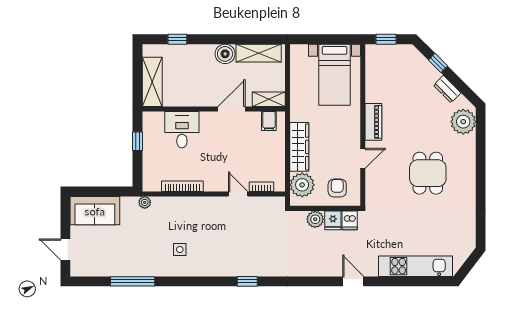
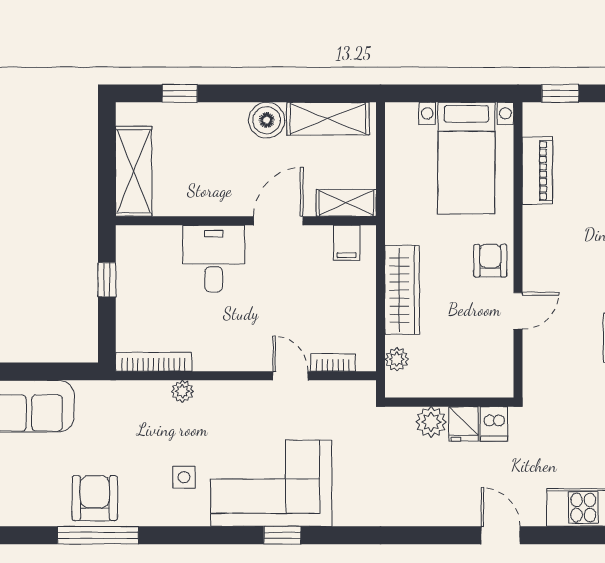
piano: (373, 122) -> (537, 171), moved
desk: (182, 130) -> (214, 259), moved
plant: (302, 185) -> (397, 359), width x0.53, depth x0.53
bookcase: (182, 186) -> (154, 362), moved
armchair: (337, 188) -> (490, 261), moved
plant: (145, 202) -> (182, 391), moved
corner sofa: (228, 253) -> (271, 483), added
armchair: (131, 261) -> (95, 498), added
window: (247, 281) -> (282, 535), moved

